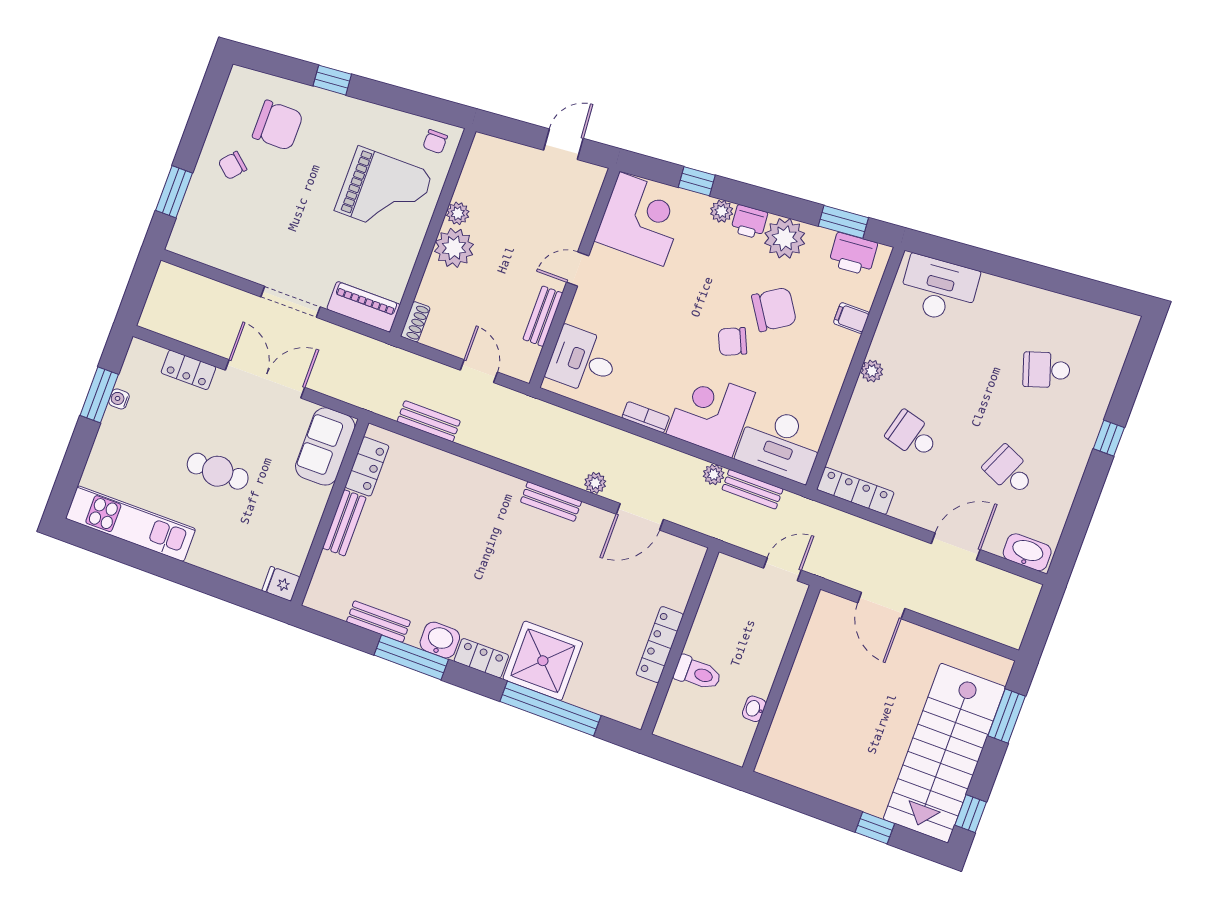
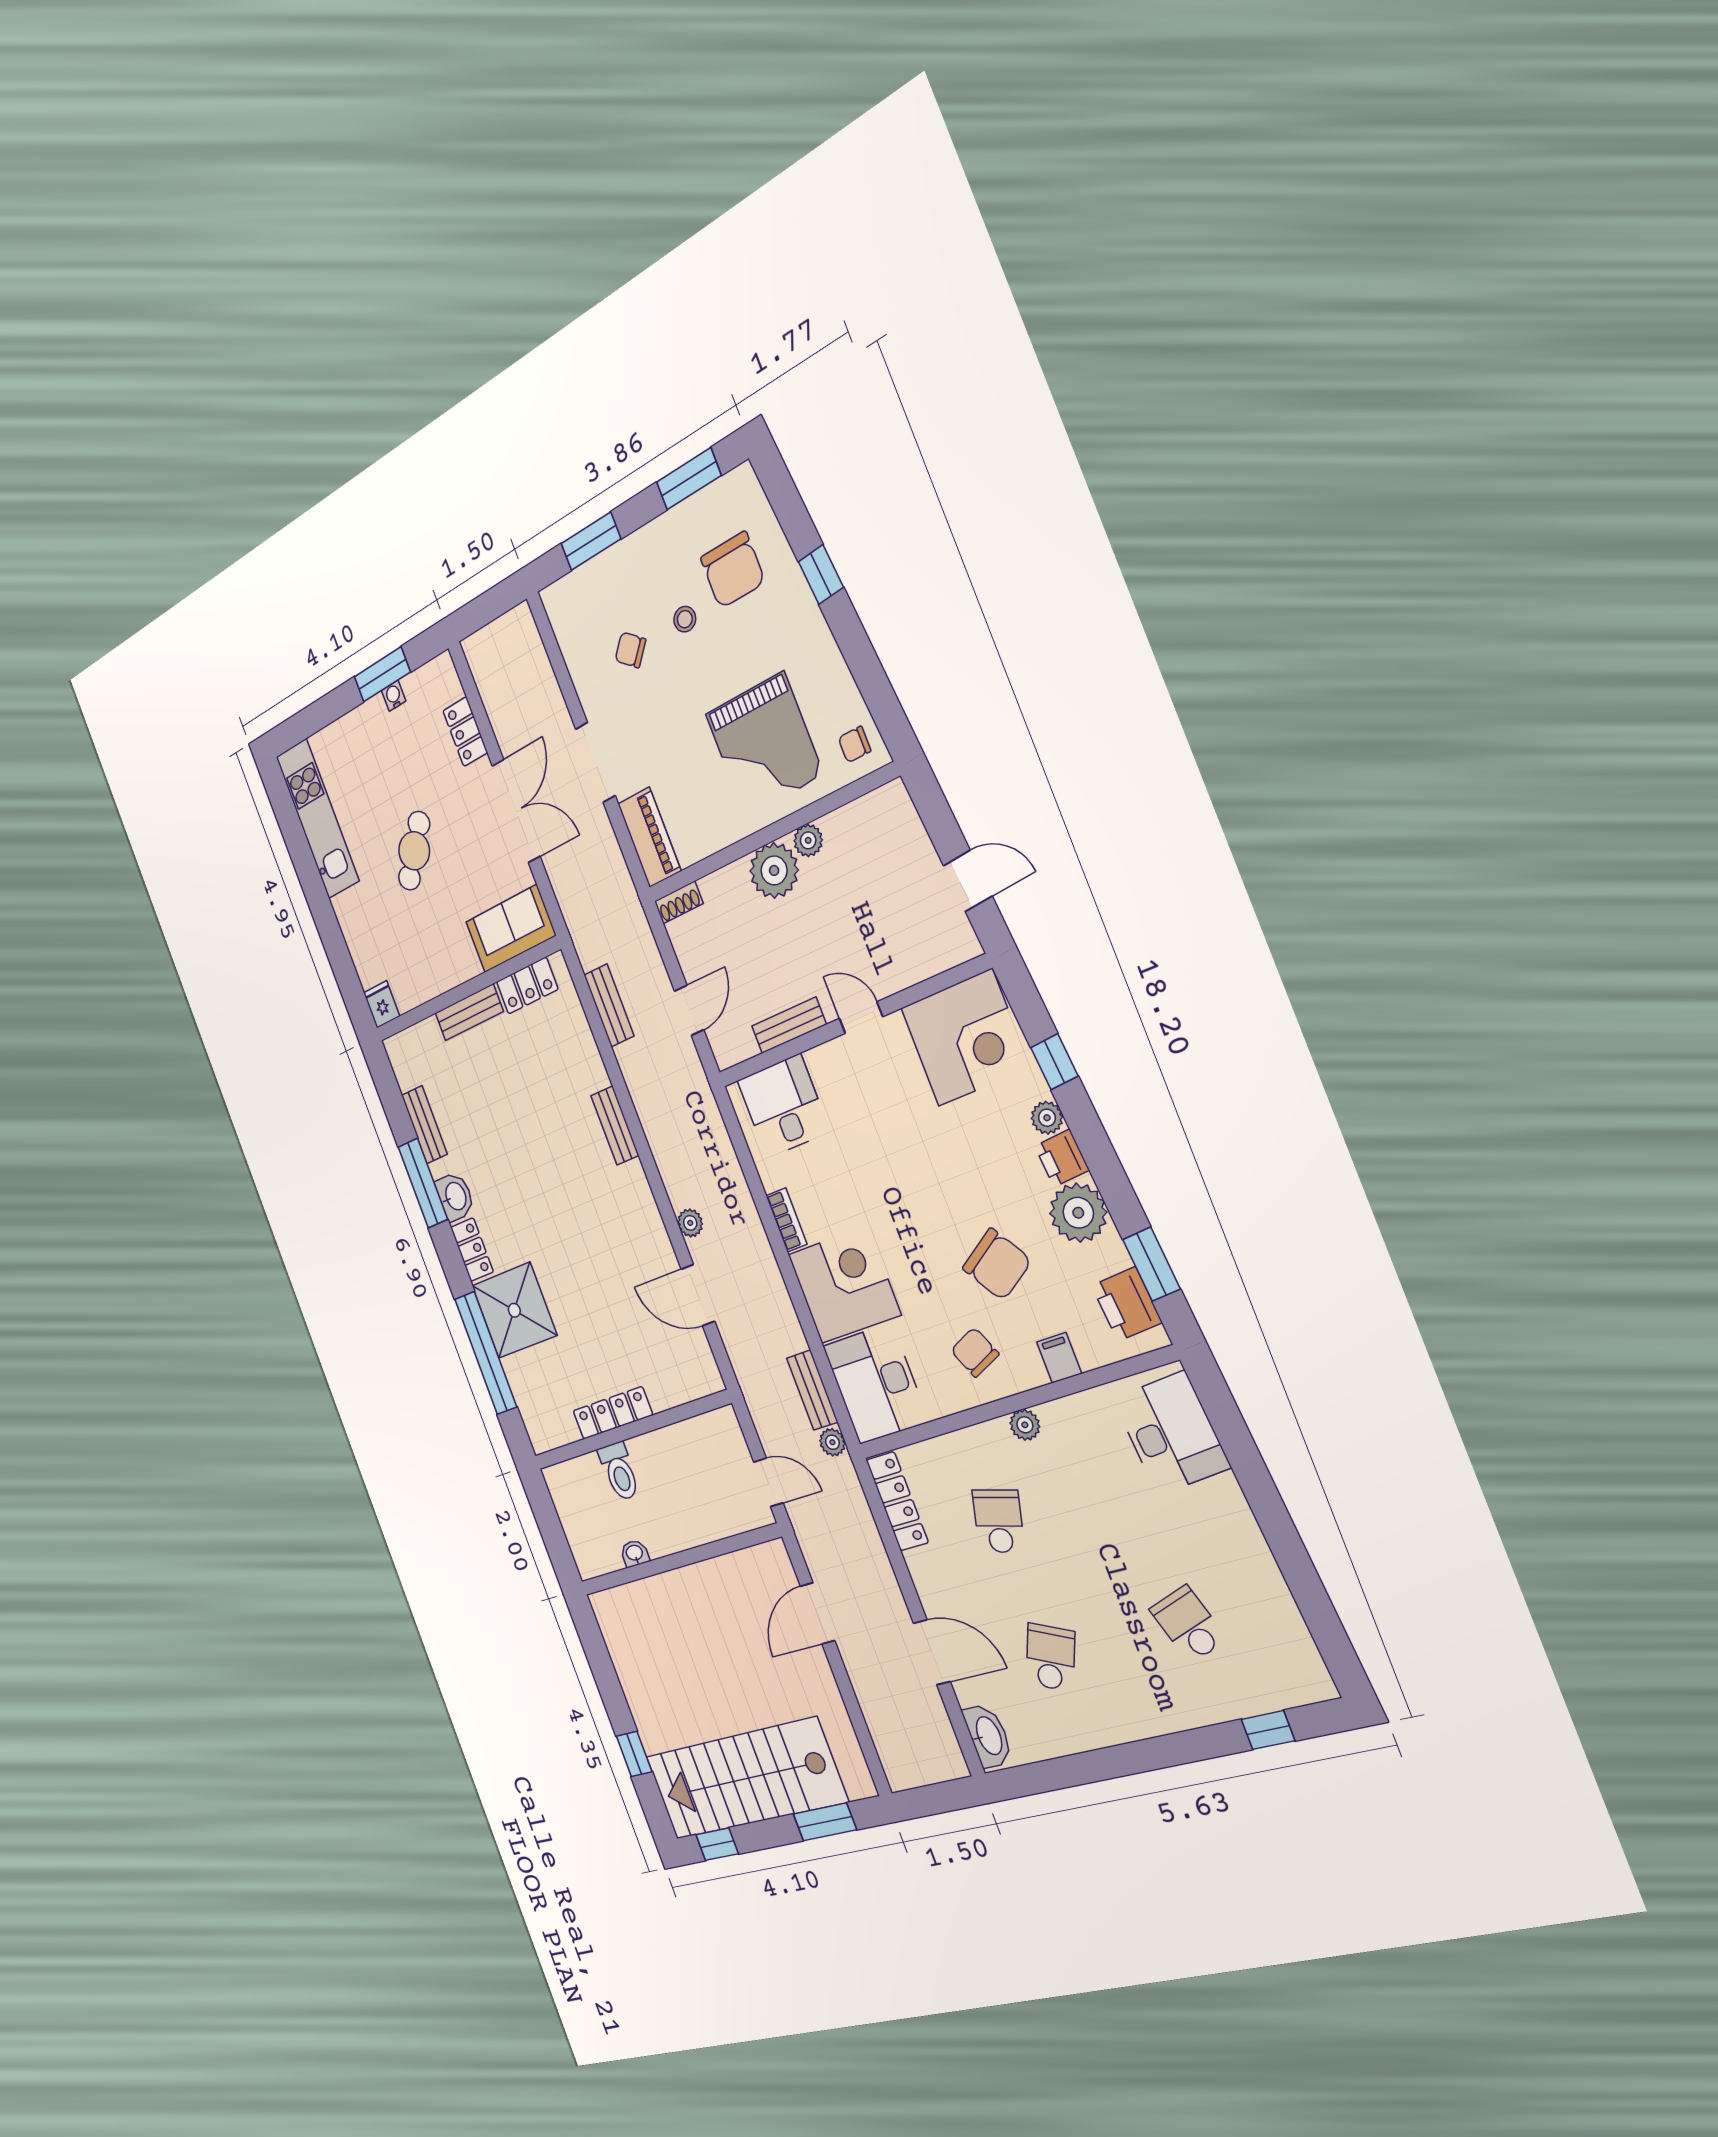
window: (206, 106) -> (689, 479), added
chair: (232, 165) -> (630, 650), moved
stool: (273, 176) -> (685, 619), added
chair: (733, 342) -> (975, 1352), moved
window: (1109, 438) -> (1268, 1730), moved
cafe table: (218, 471) -> (414, 851), turned 38
plant: (714, 475) -> (832, 1442), moved
bench: (551, 502) -> (615, 1125), moved

